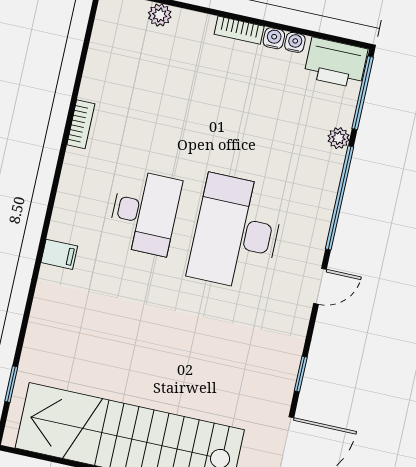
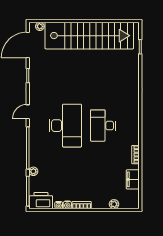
filing cabinet: (59, 254) -> (133, 179), moved, width x2.00

